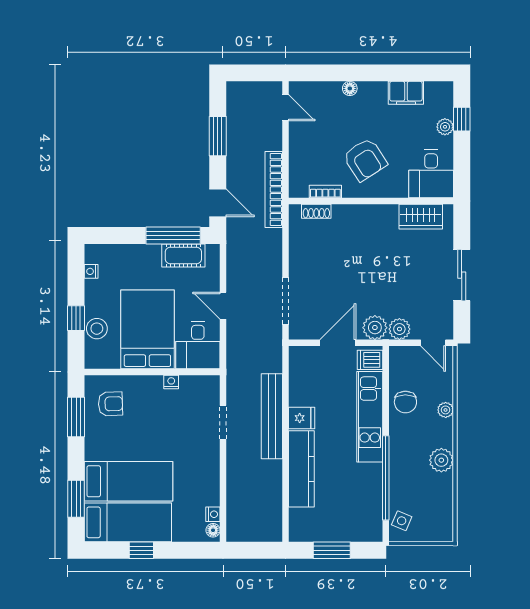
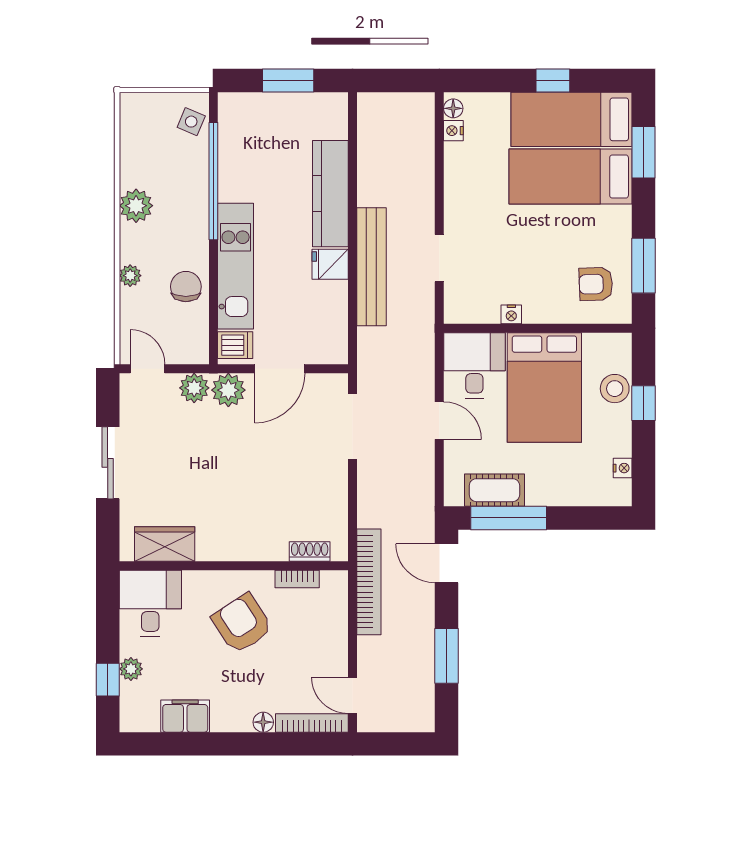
bookcase: (315, 88) -> (312, 723), added

